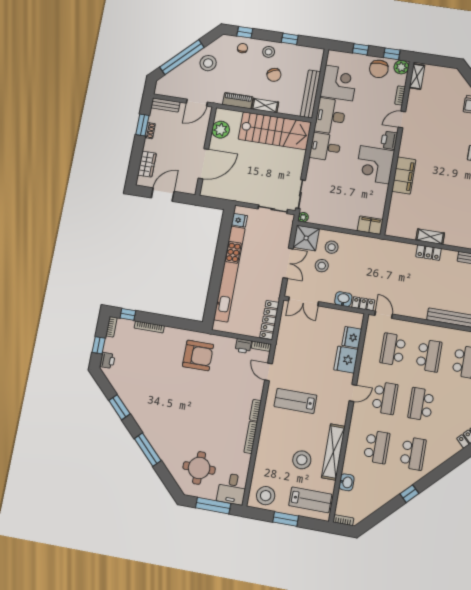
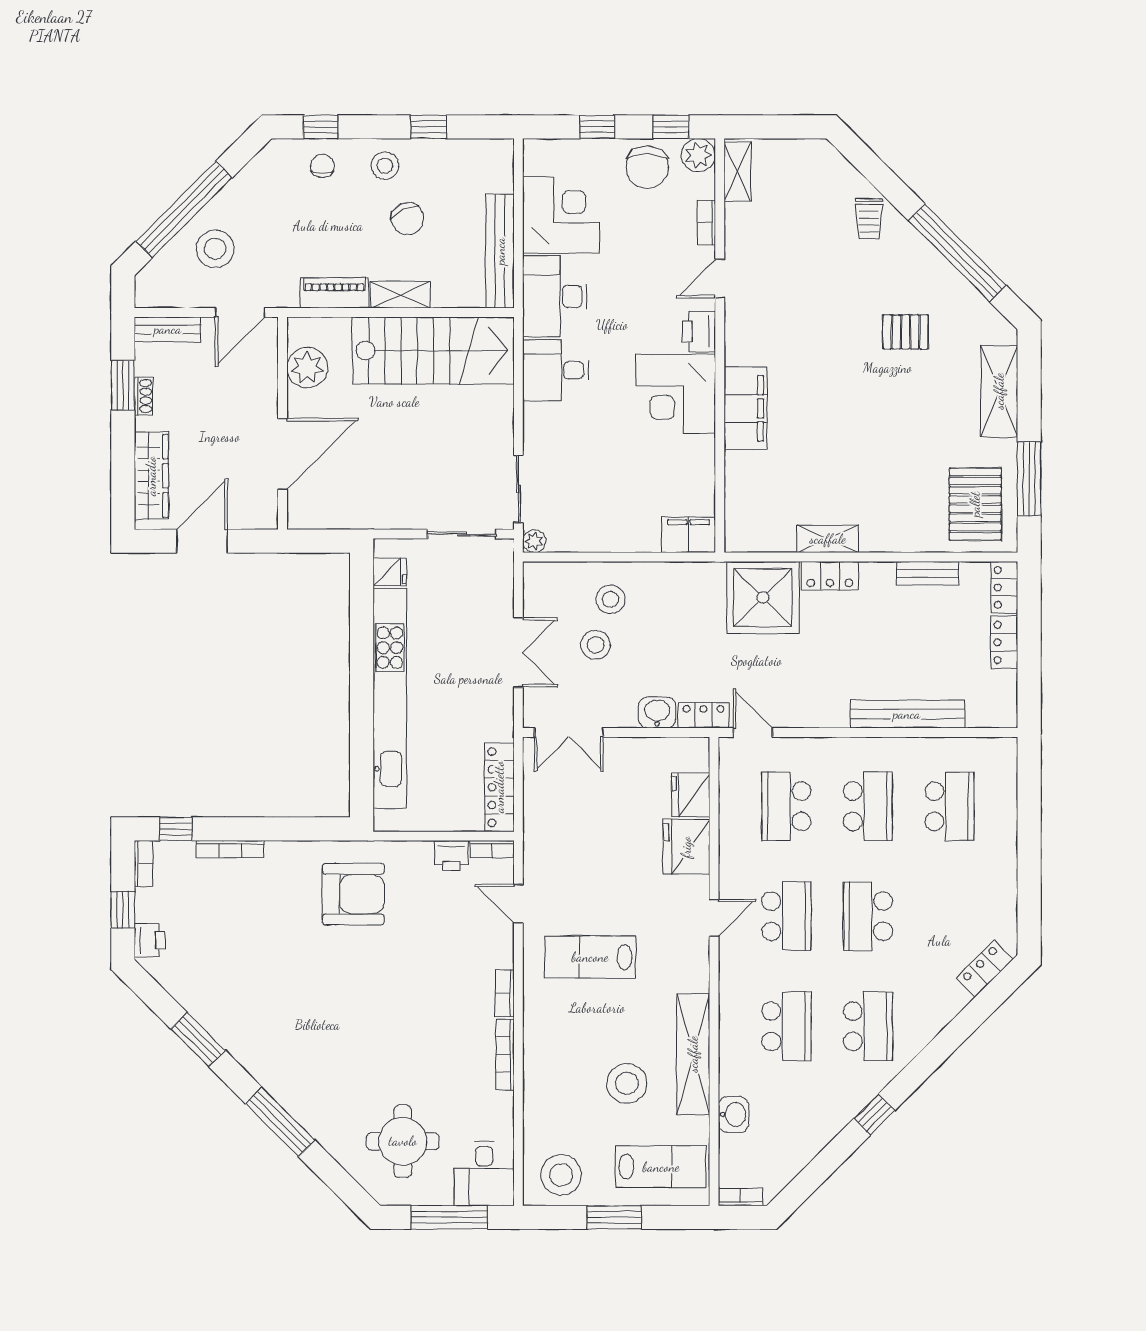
stool: (208, 63) -> (215, 249), moved
wardrobe: (147, 164) -> (151, 476), width x1.50
shower: (306, 238) -> (763, 597), moved, width x1.37, depth x1.37

